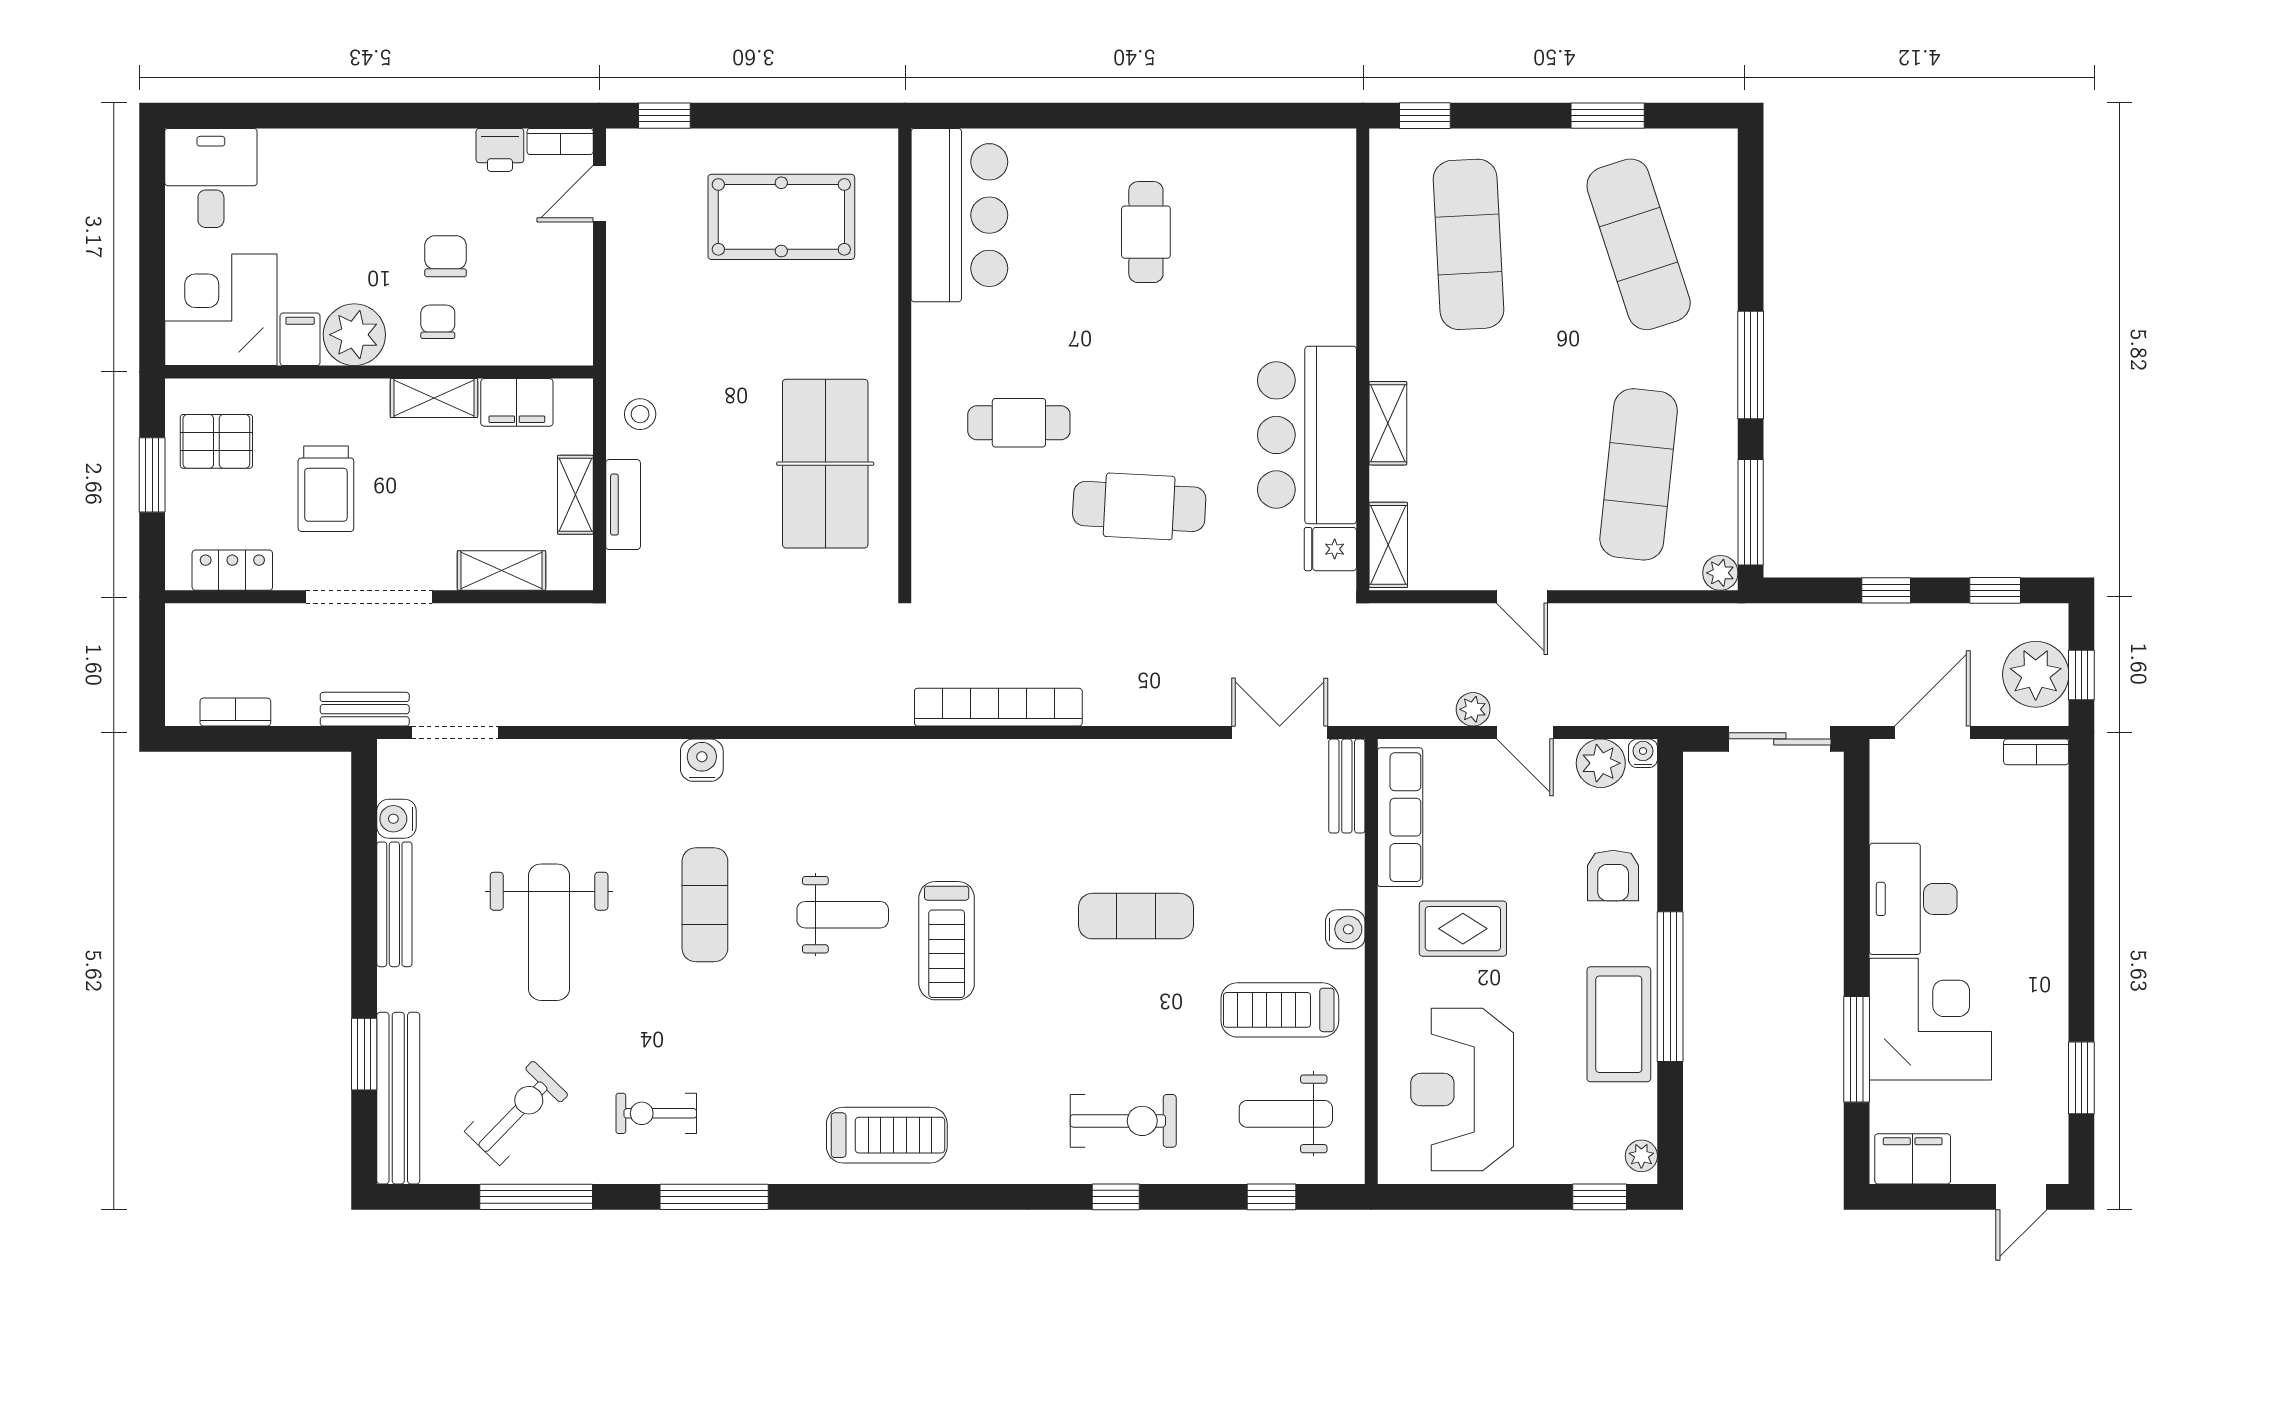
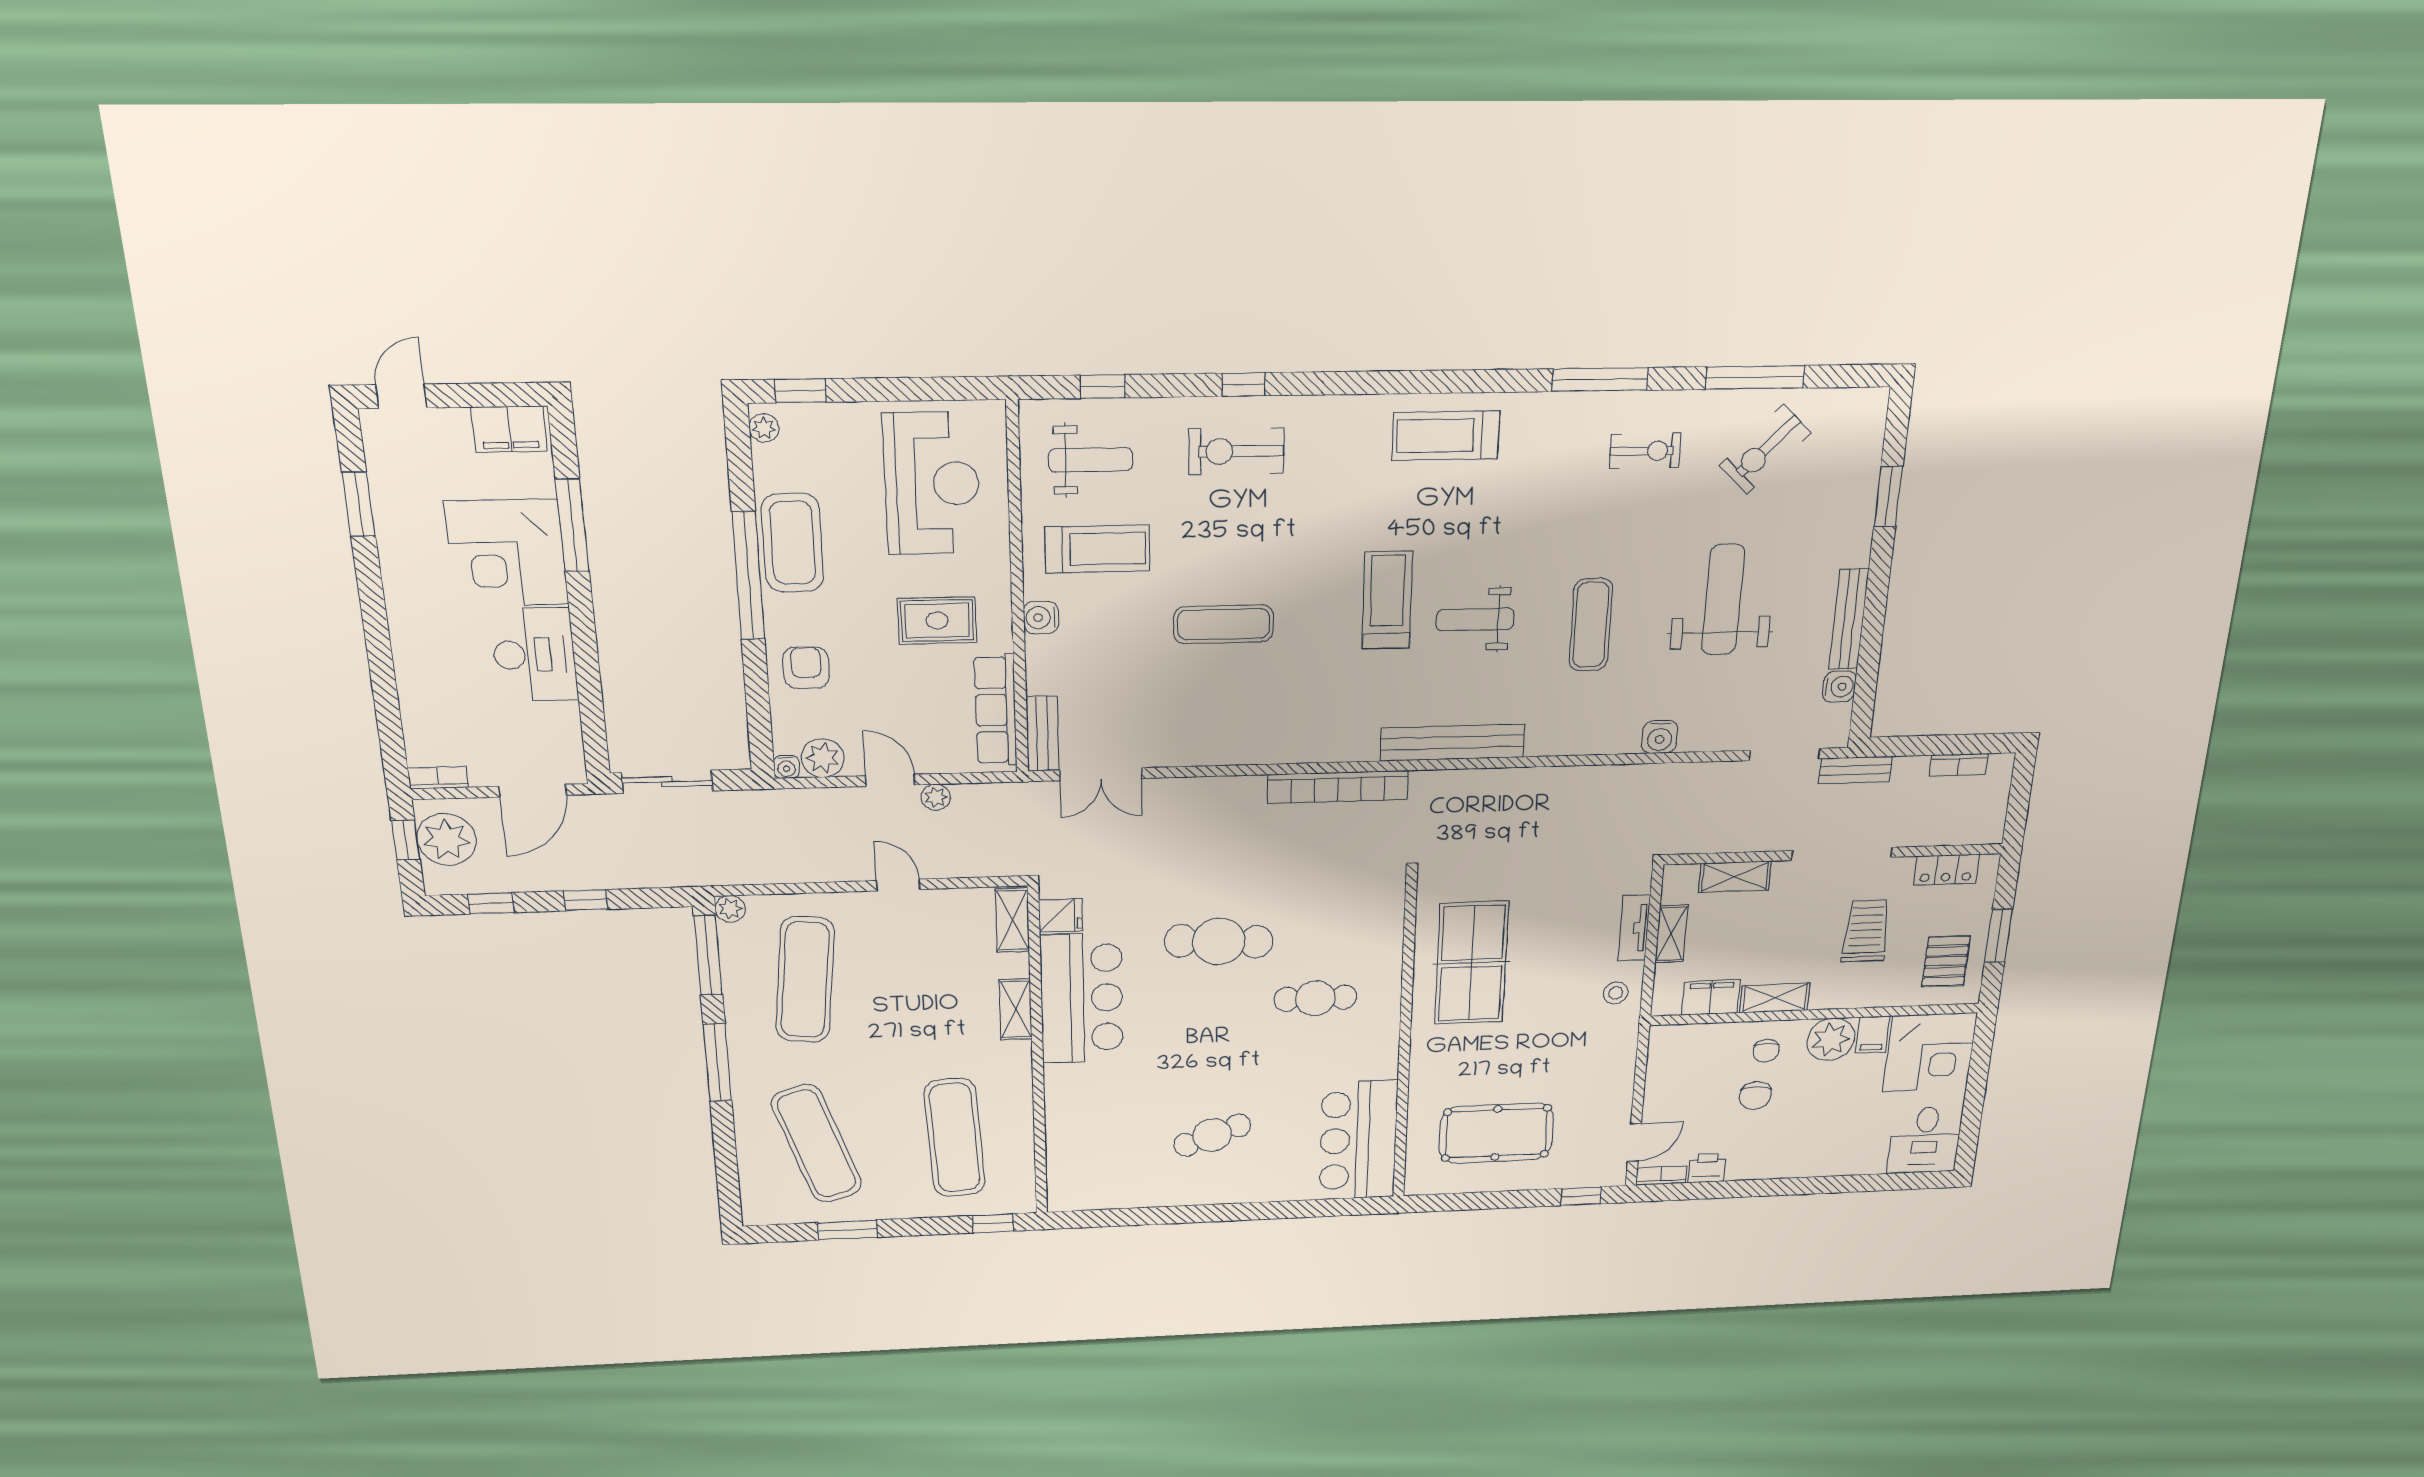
cafe table: (1146, 232) -> (1212, 1135), turned 69
pallet: (216, 441) -> (1946, 961), turned 90
water cooler: (702, 760) -> (1660, 737), moved
bench: (398, 1098) -> (1452, 743), moved, turned 90

